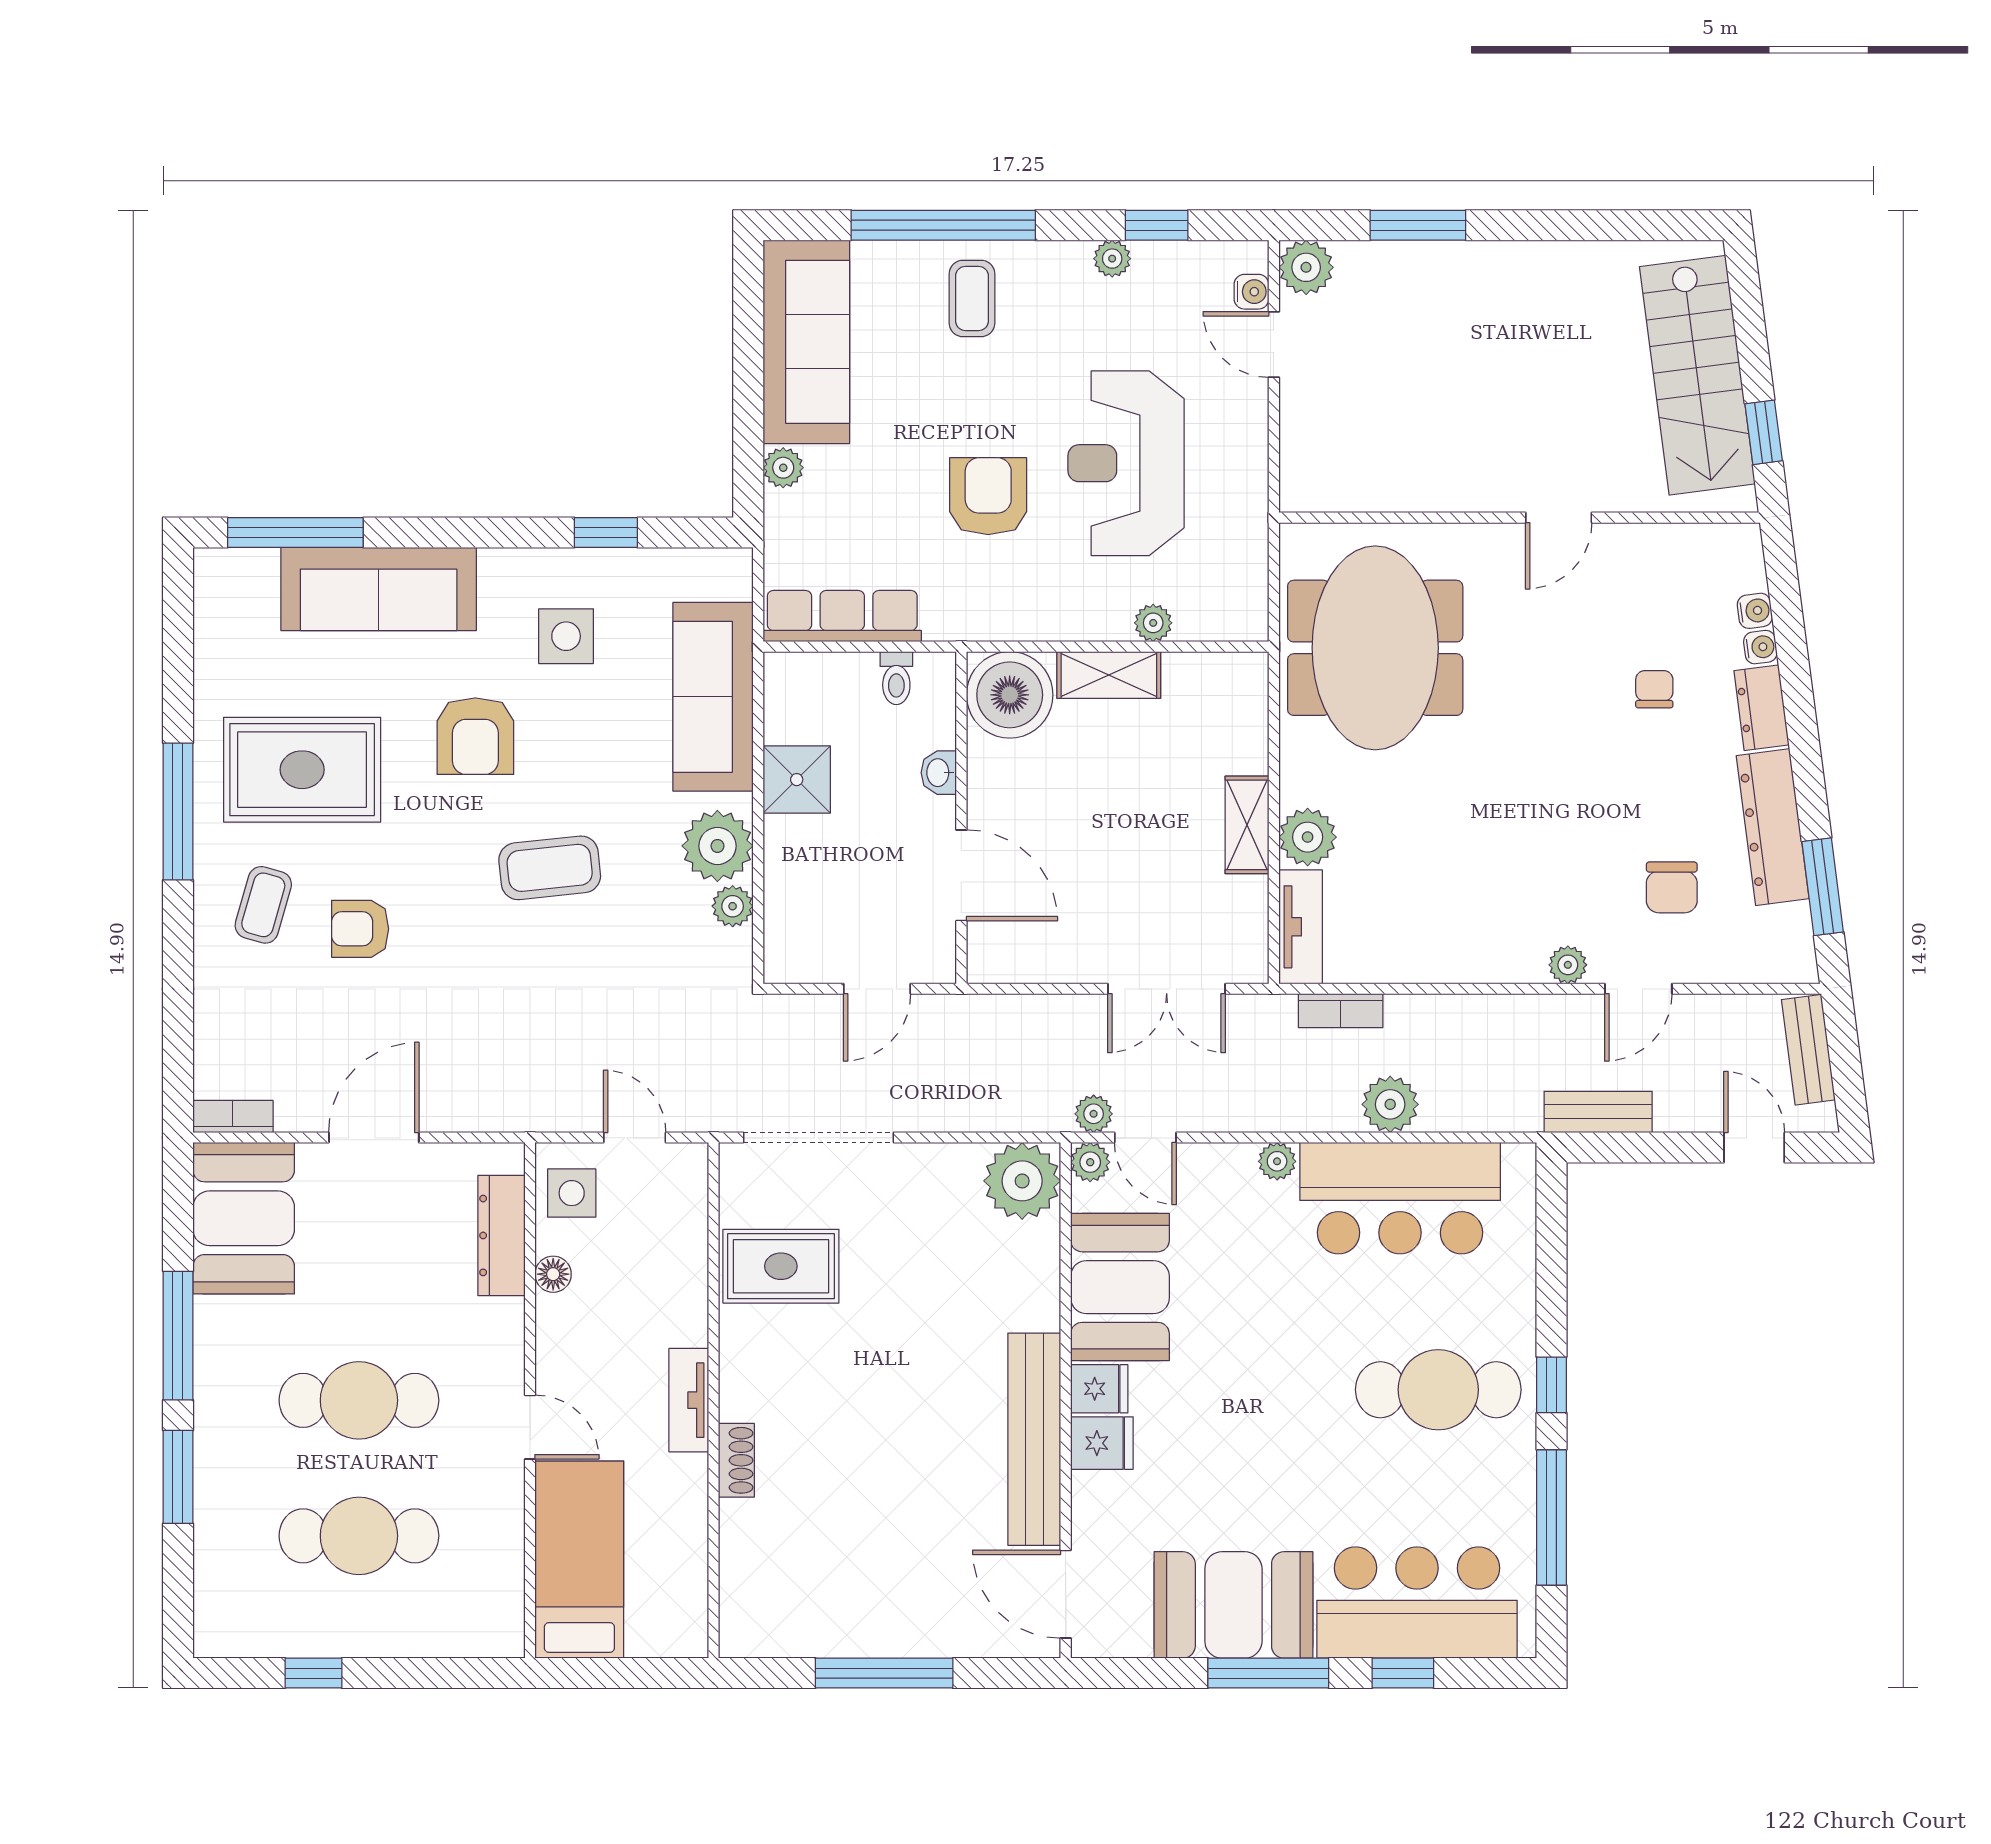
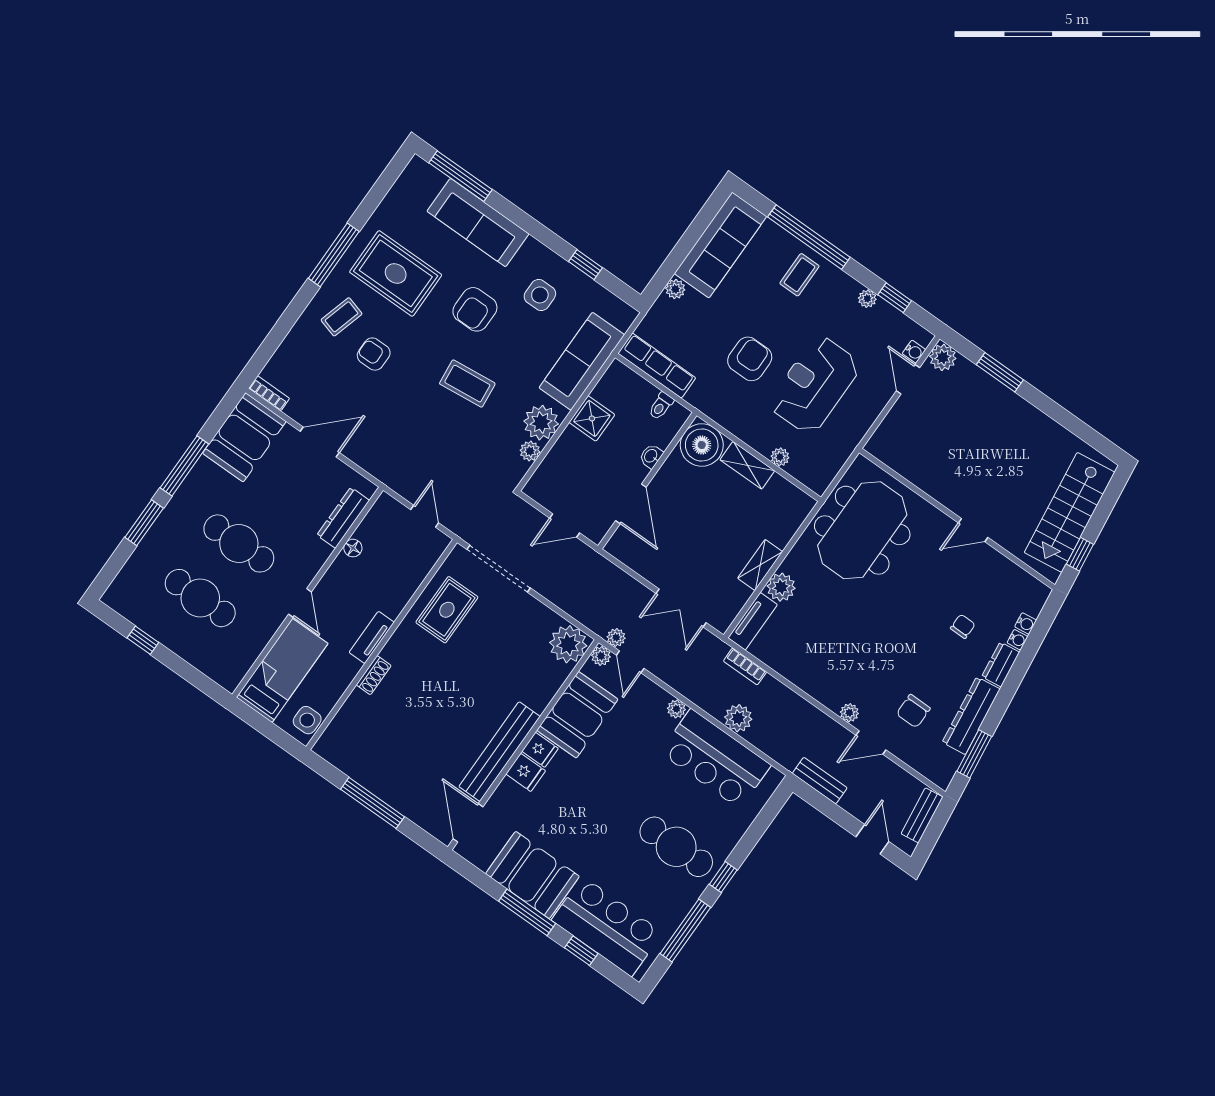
side table: (572, 1193) -> (307, 720), moved
rug: (781, 1266) -> (447, 610), turned 90

